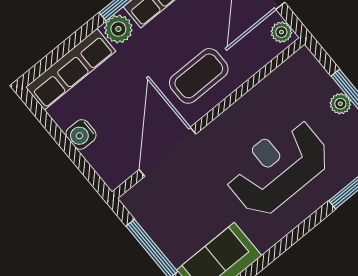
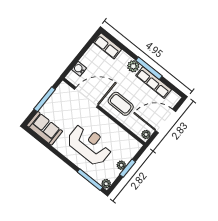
row of seats: (71, 69) -> (107, 46), width x0.68
water cooler: (81, 134) -> (79, 69), moved

